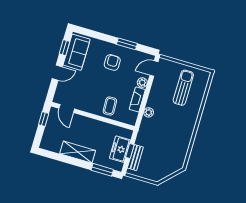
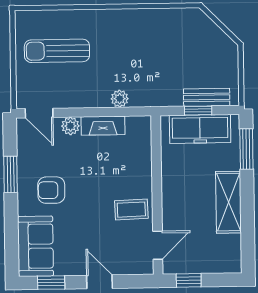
sofa: (77, 52) -> (36, 246), moved, turned 90
coffee table: (110, 106) -> (131, 210), moved
freezer: (120, 149) -> (200, 129), width x1.40

